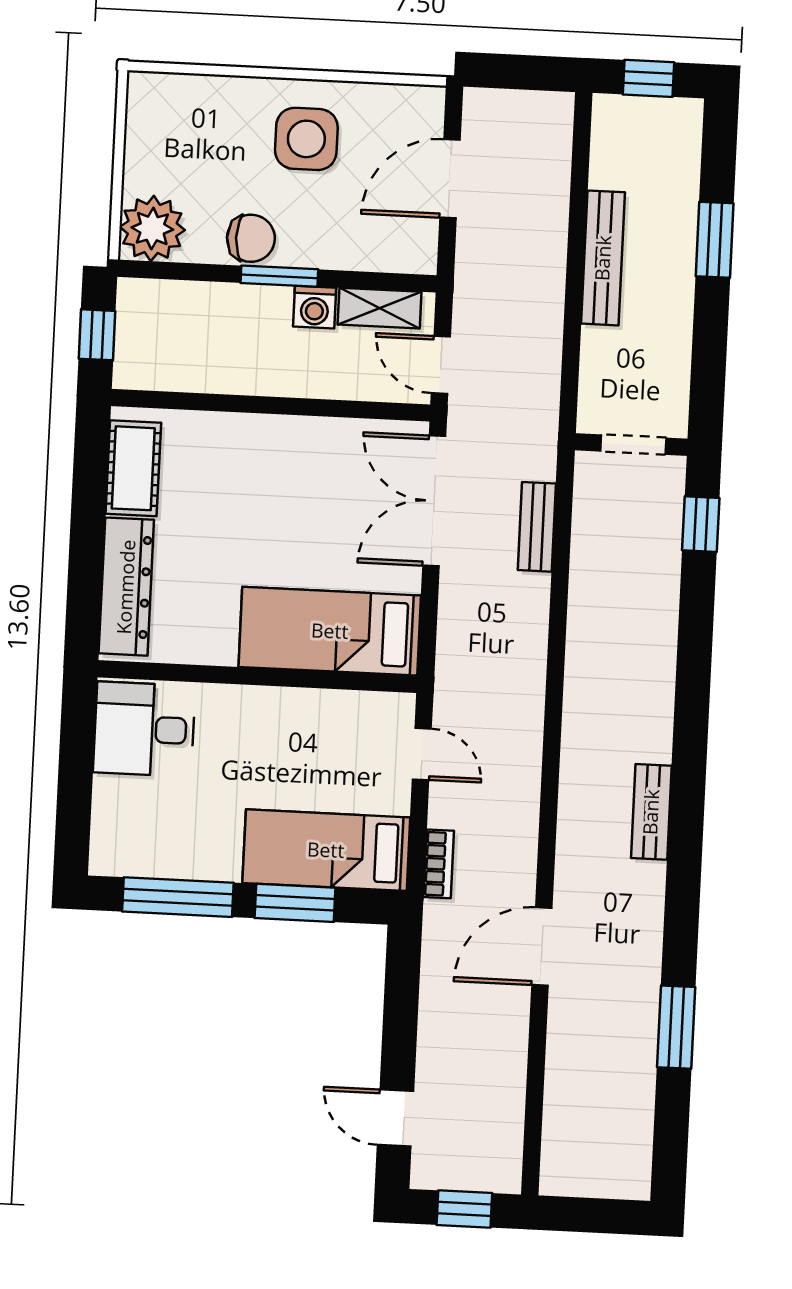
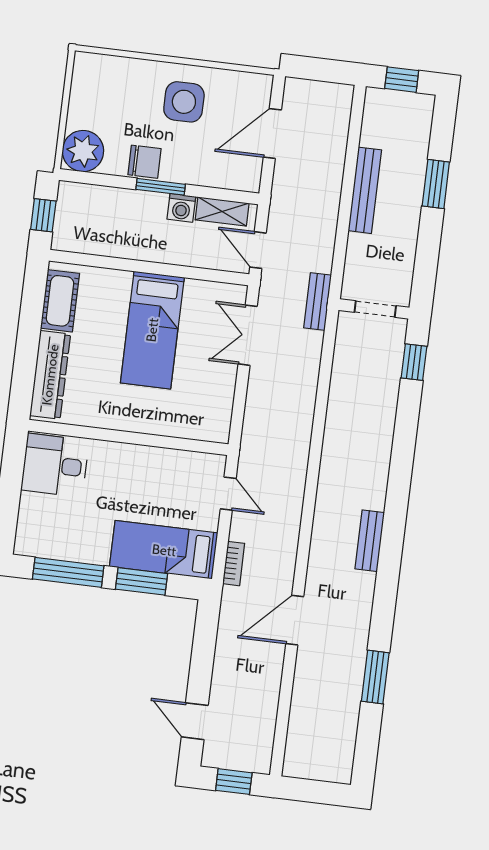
double door: (434, 501) -> (248, 335), width x0.73
bench: (537, 527) -> (318, 301), moved
bed: (330, 631) -> (152, 330), moved, turned -90

